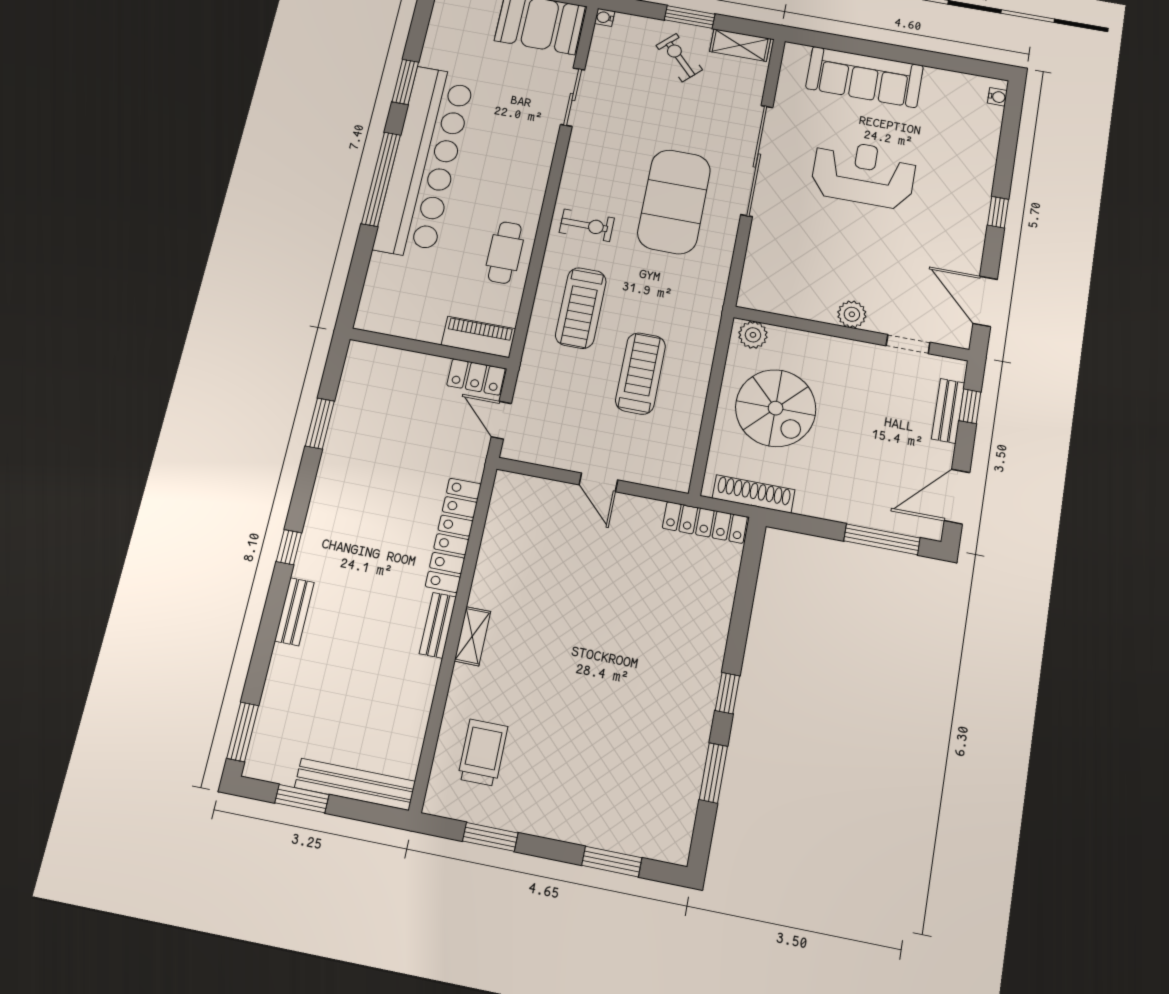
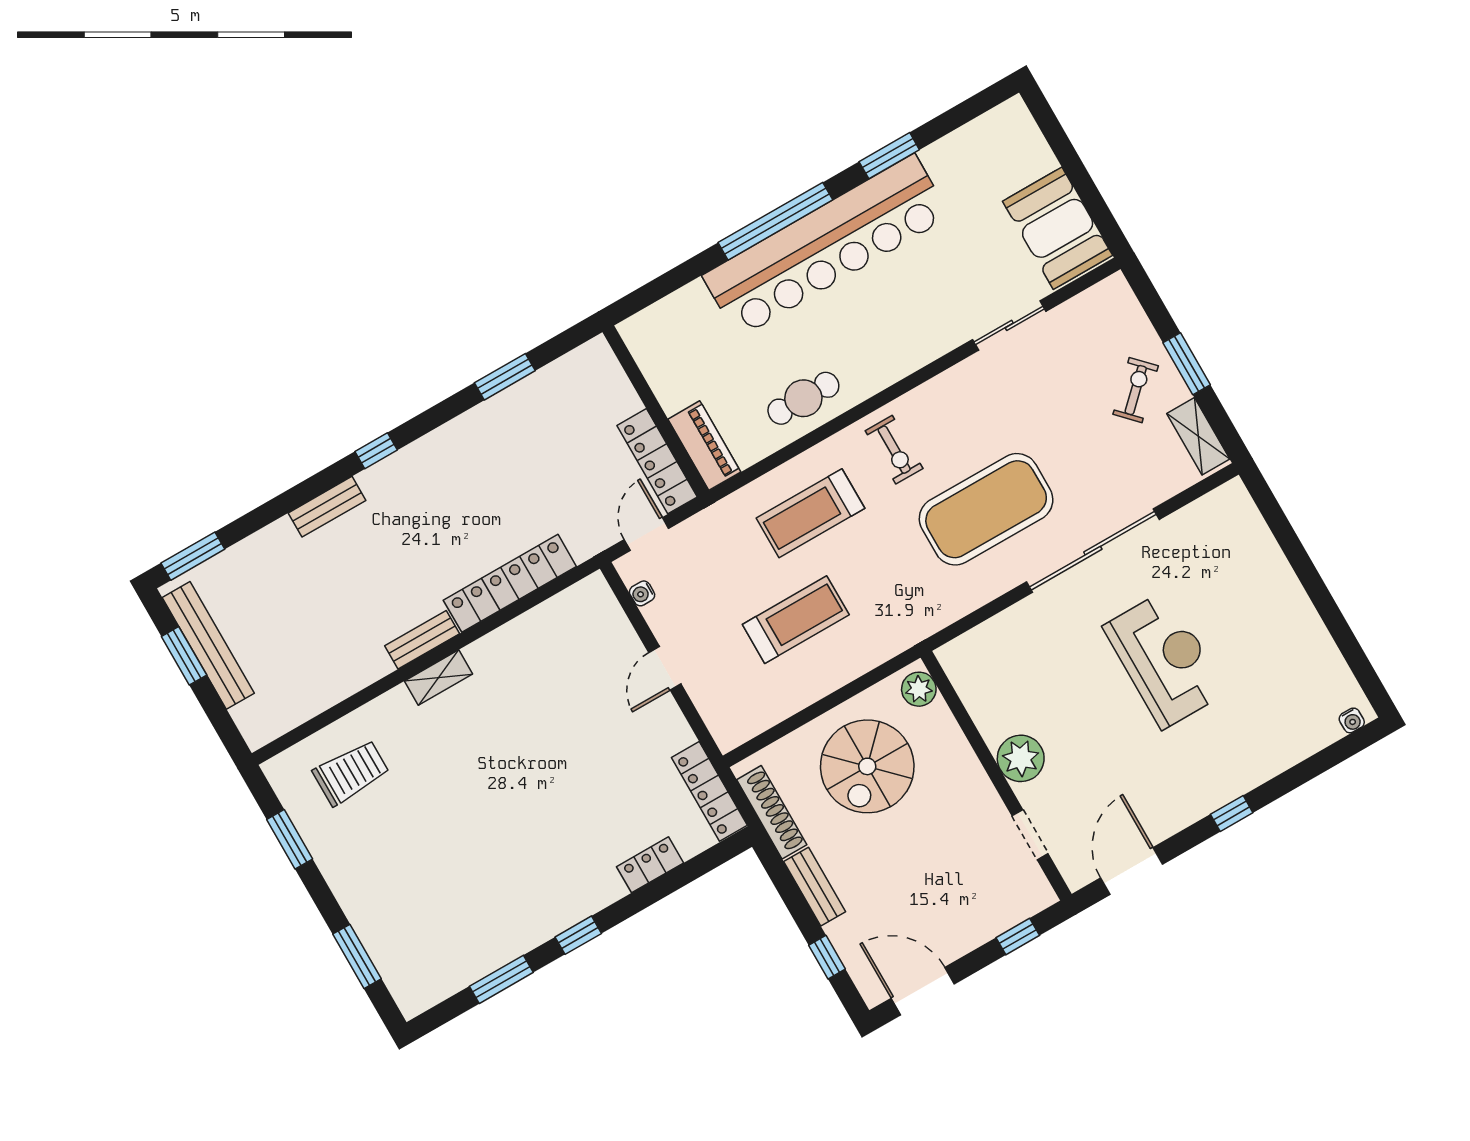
water cooler: (605, 17) -> (642, 593), moved, turned -90
sofa: (864, 77) -> (1266, 580), removed
plant: (852, 314) -> (1021, 758), width x1.36, depth x1.36
locker: (476, 377) -> (657, 461), width x1.53
bench: (948, 411) -> (815, 887), moved, turned 90
window: (882, 539) -> (827, 957), width x0.46
locker: (721, 603) -> (650, 865), added
bench: (355, 784) -> (208, 645), moved

